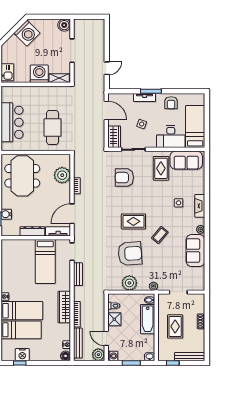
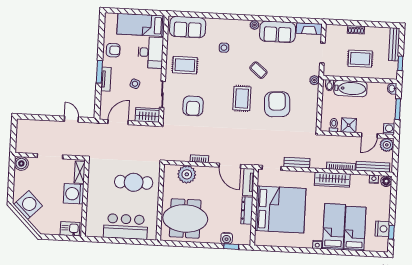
sofa: (186, 160) -> (188, 27), moved, turned 90
fireplace: (200, 206) -> (309, 29), moved
bed: (45, 261) -> (280, 209), width x2.04
plant: (129, 283) -> (309, 106), removed

